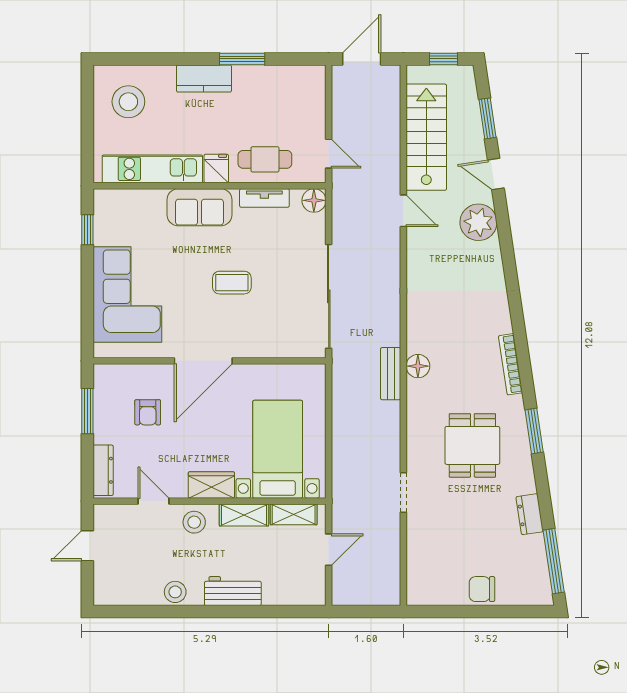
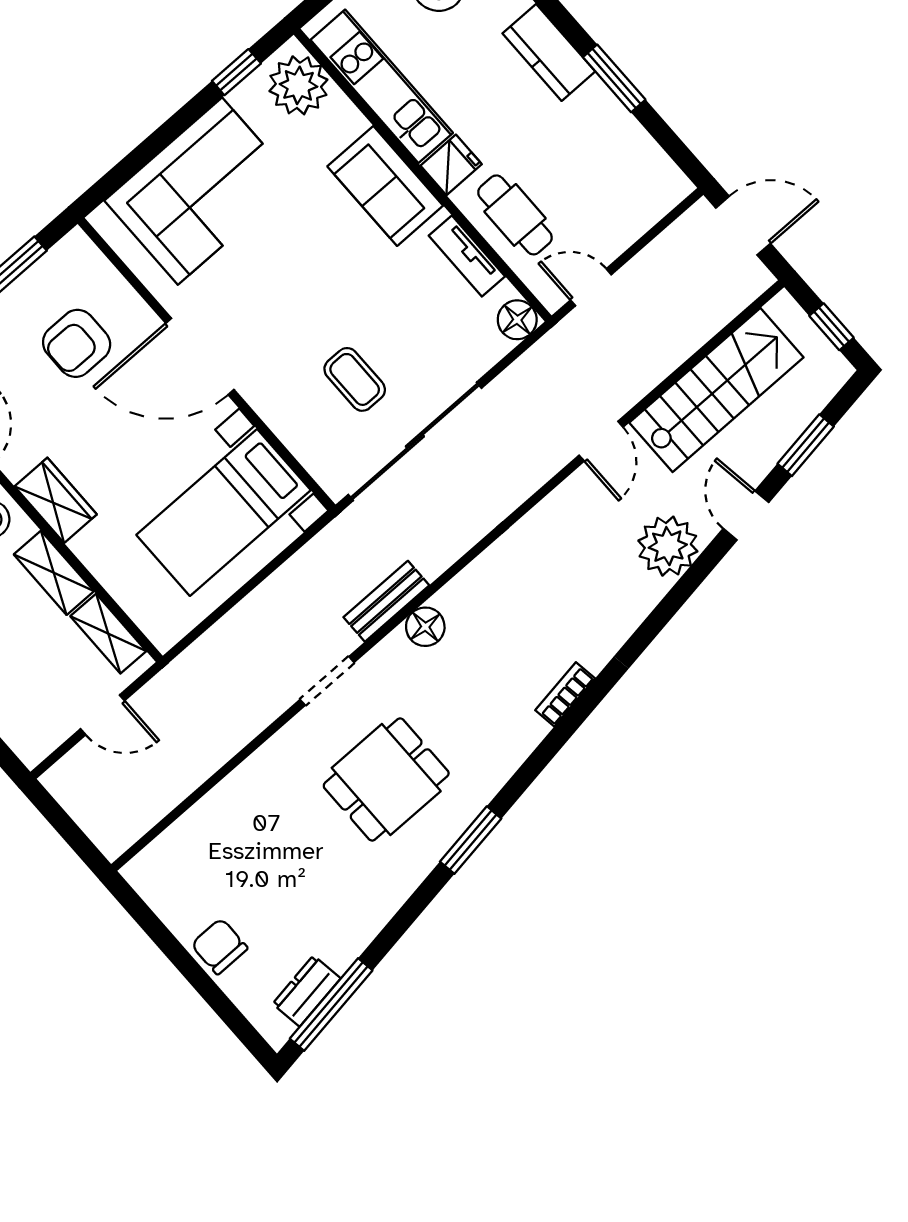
door: (329, 154) -> (591, 287), swing flipped
plant: (118, 207) -> (298, 85), added
coffee table: (232, 283) -> (355, 379), moved
bookcase: (510, 364) -> (565, 694), moved, width x0.64
armchair: (148, 412) -> (77, 343), width x1.38, depth x1.38
bed with nightstands: (278, 449) -> (224, 513), moved, turned 180
doorway: (403, 493) -> (327, 681), moved
dresser: (530, 514) -> (307, 991), moved

